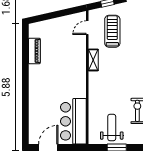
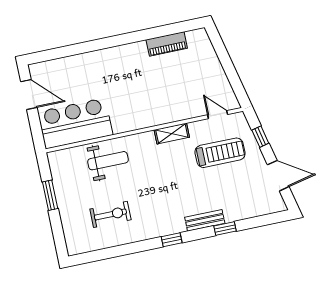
weight bench: (112, 128) -> (108, 161), moved

